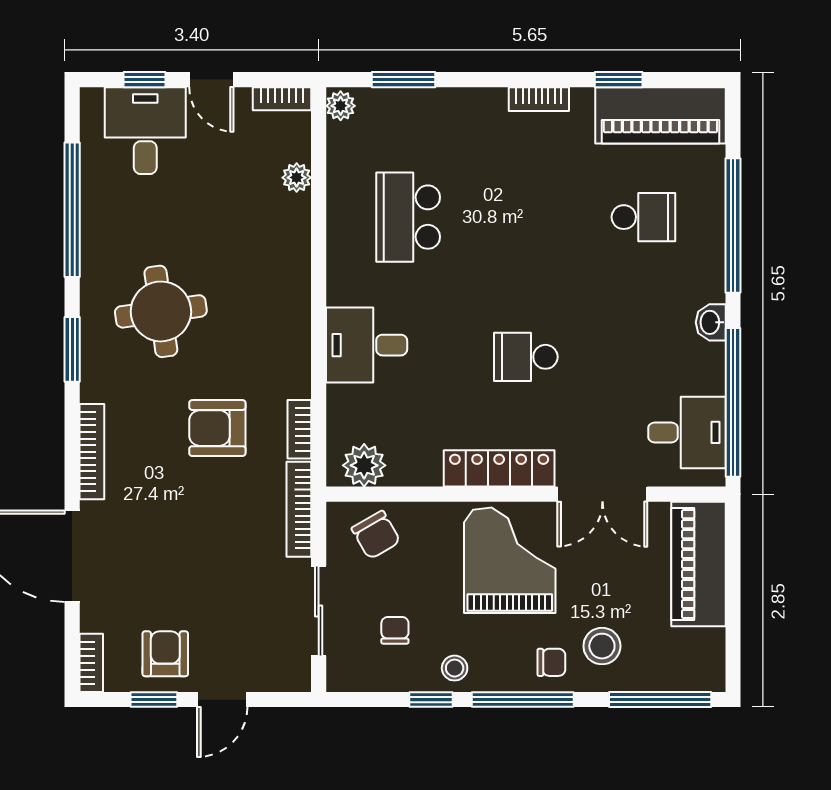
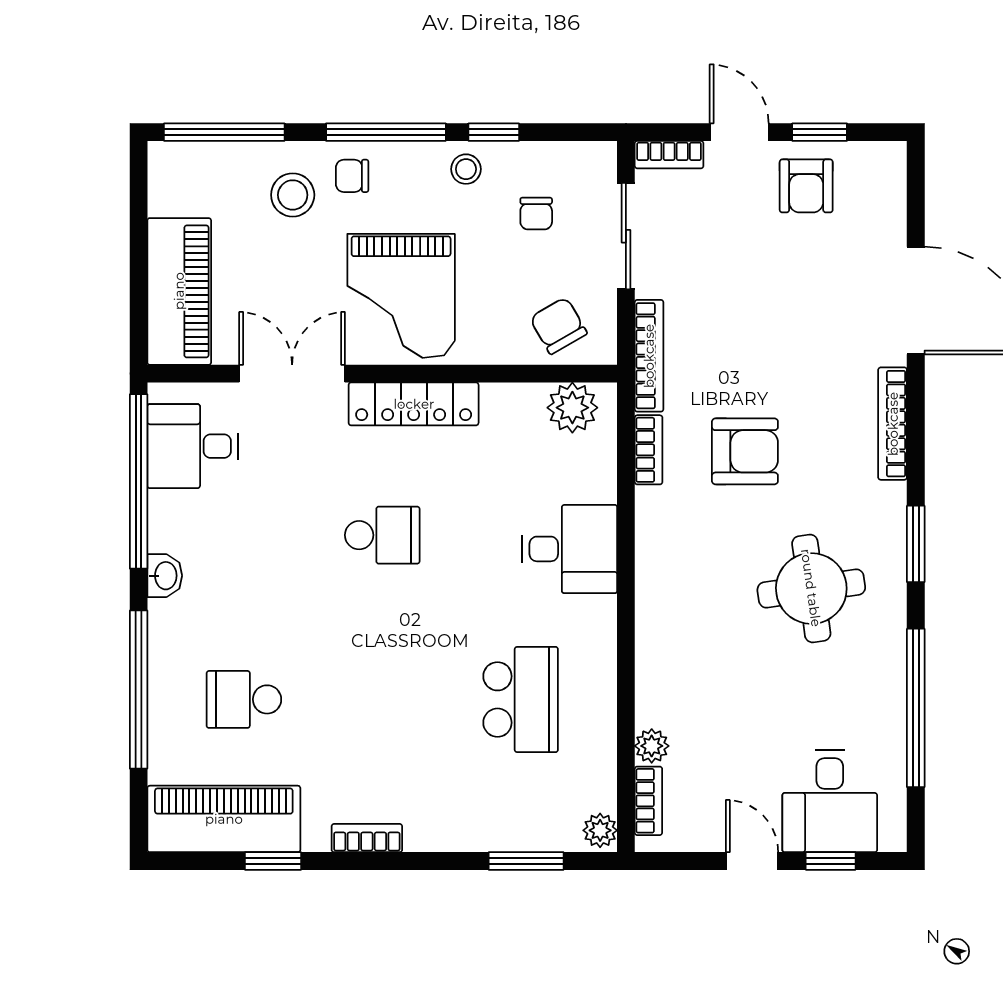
bookcase: (282, 99) -> (648, 801), moved, turned 90
bookcase: (91, 663) -> (669, 155), moved, turned -90
door: (222, 700) -> (739, 132), hinge flipped

